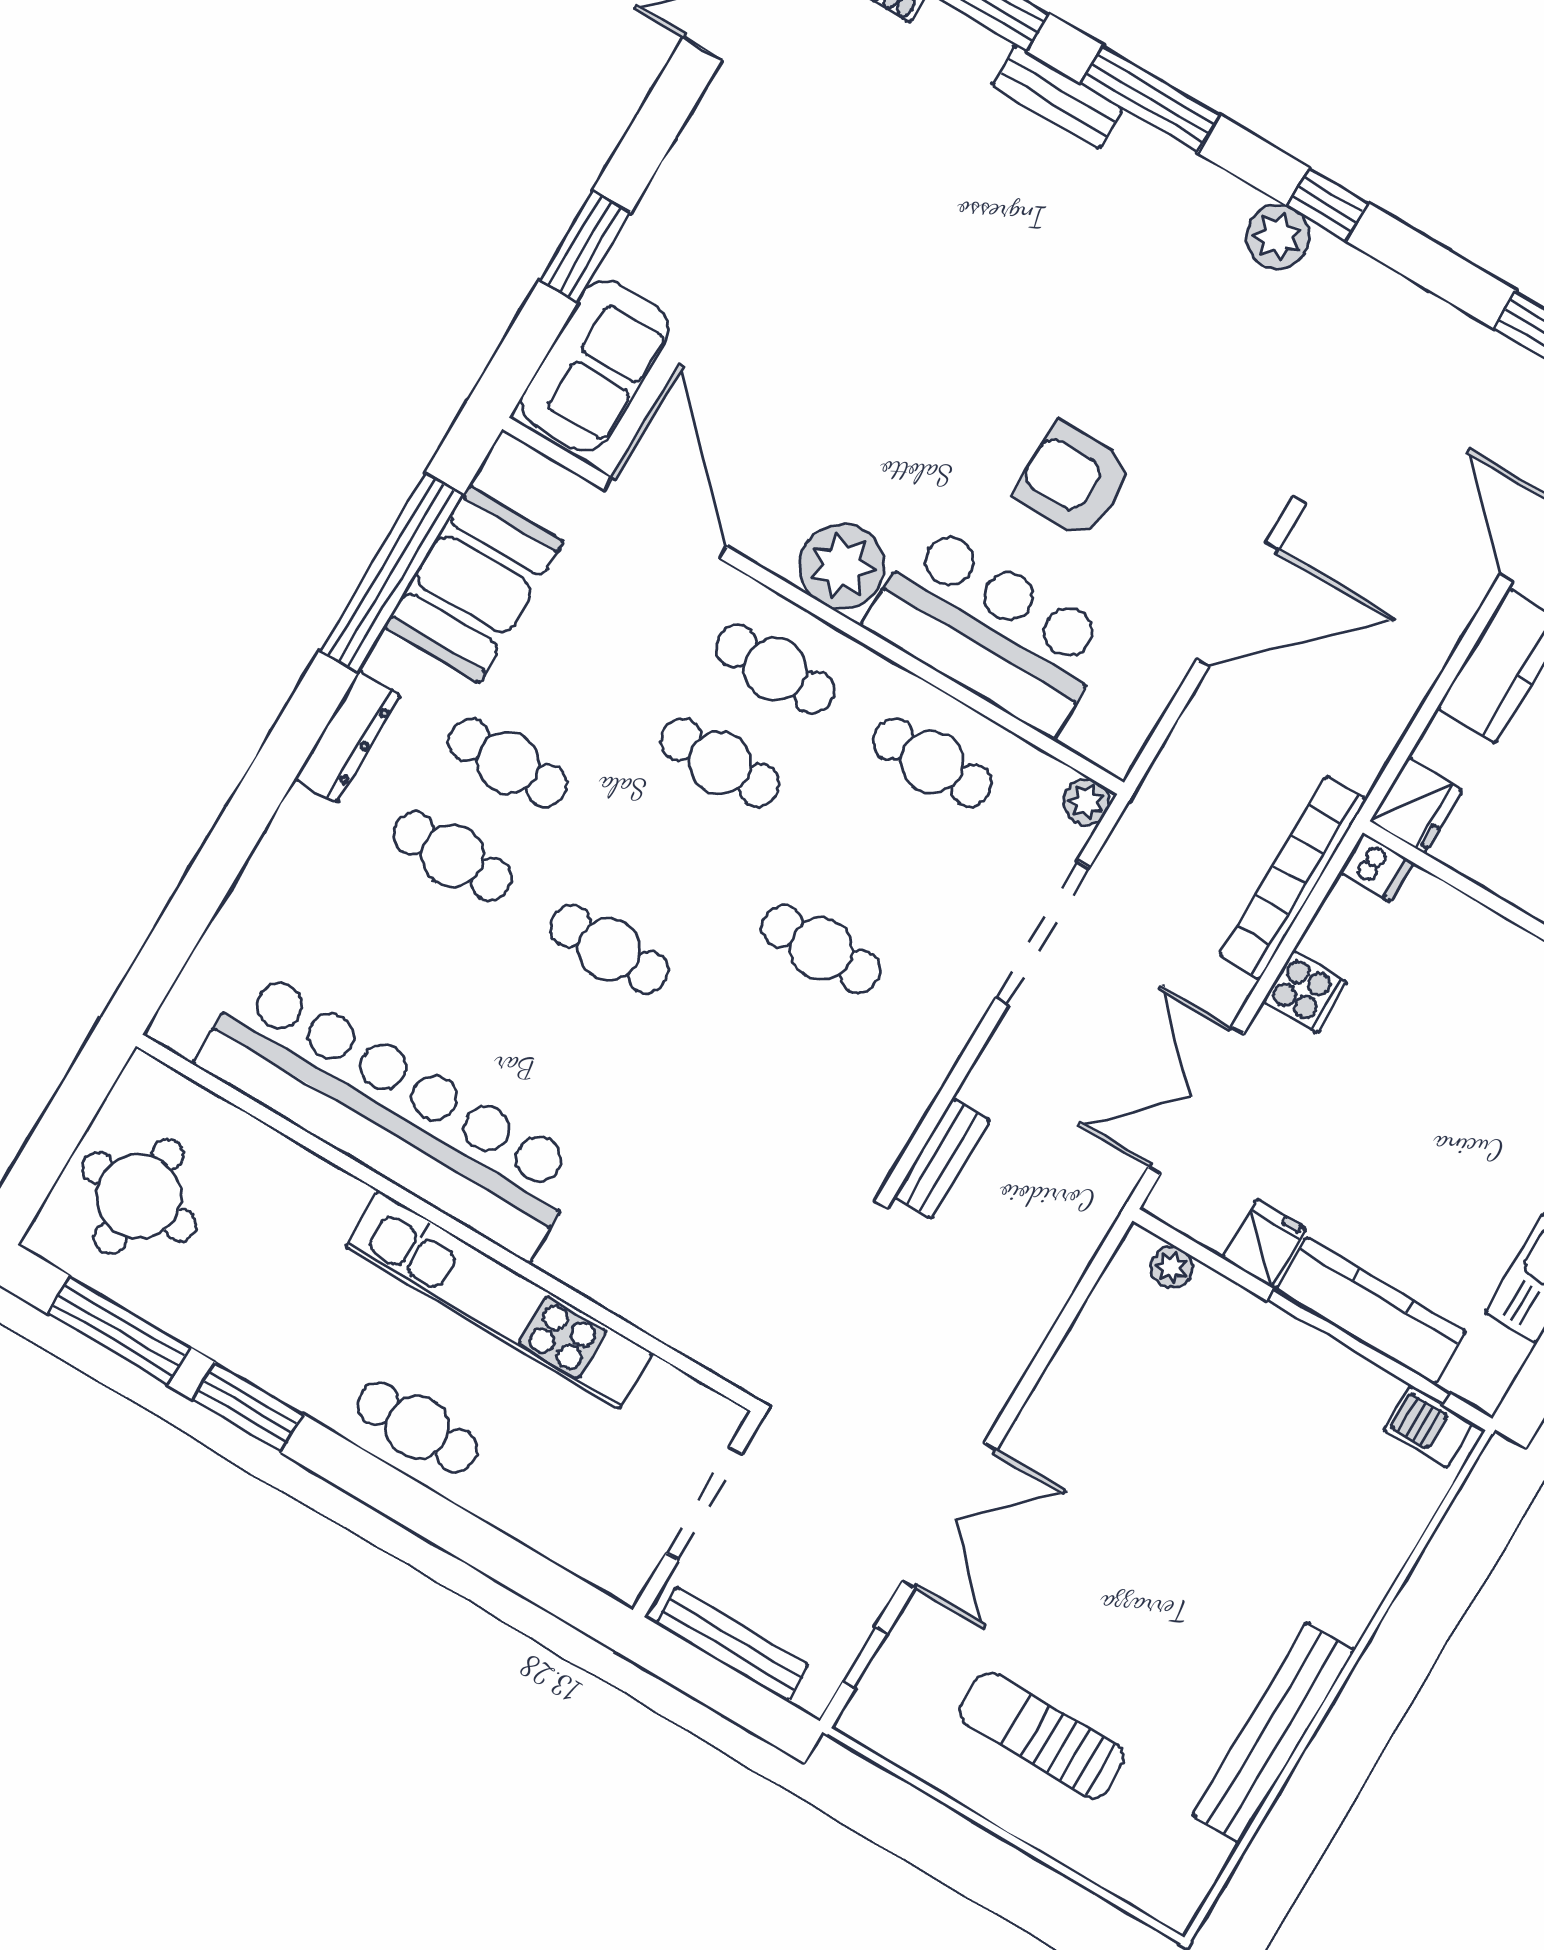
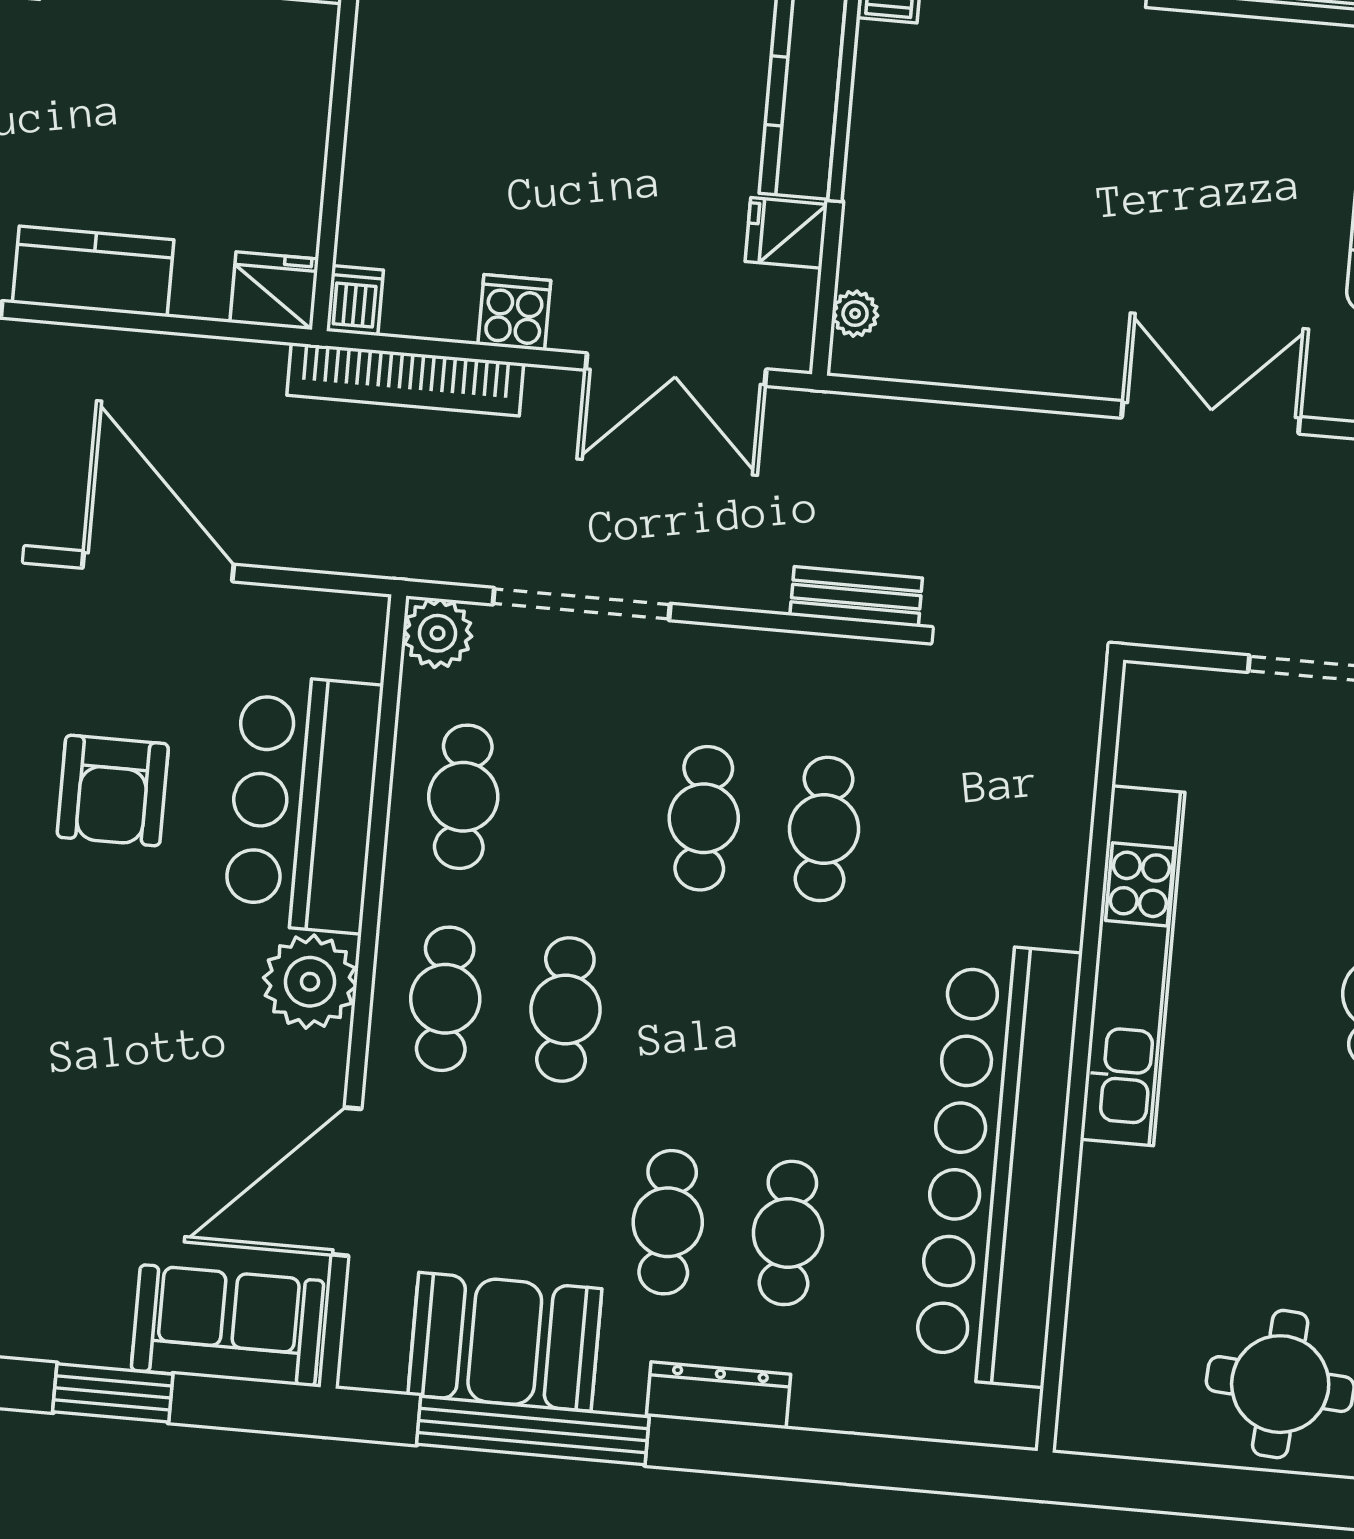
plant: (1086, 802) -> (438, 633), width x1.38, depth x1.38
cafe table: (609, 949) -> (824, 829), moved
bar counter: (390, 1114) -> (998, 1165), moved
wall: (447, 1223) -> (1080, 1055), moved
kitchen unit: (499, 1300) -> (1133, 966), moved

